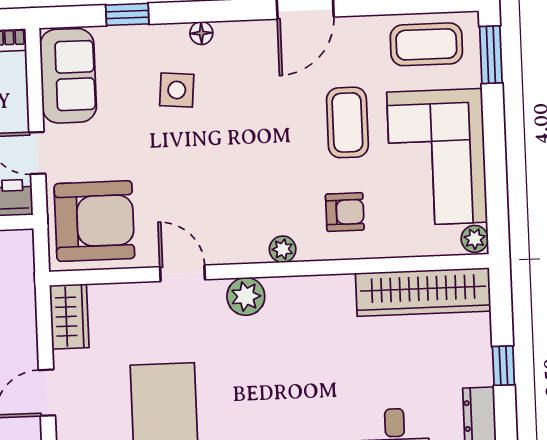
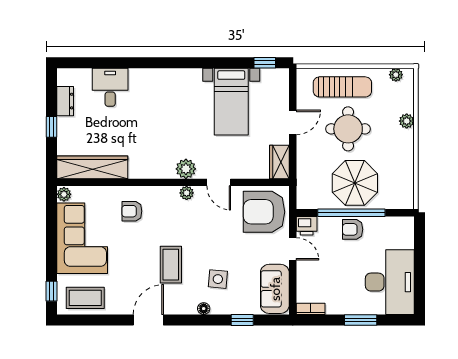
window: (491, 55) -> (52, 291), width x0.67
coffee table: (347, 122) -> (171, 265), moved
plant: (283, 249) -> (187, 193), moved

